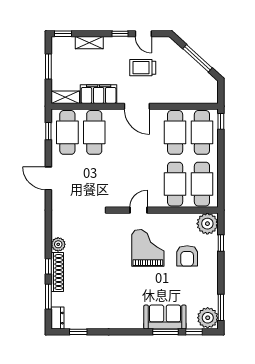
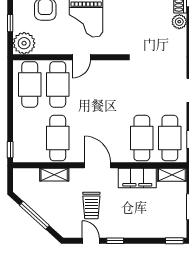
shelving: (89, 43) -> (54, 175), moved
trolley: (143, 68) -> (91, 205), turned 90
cafe table: (202, 132) -> (30, 138), removed
door: (139, 210) -> (81, 57), moved

